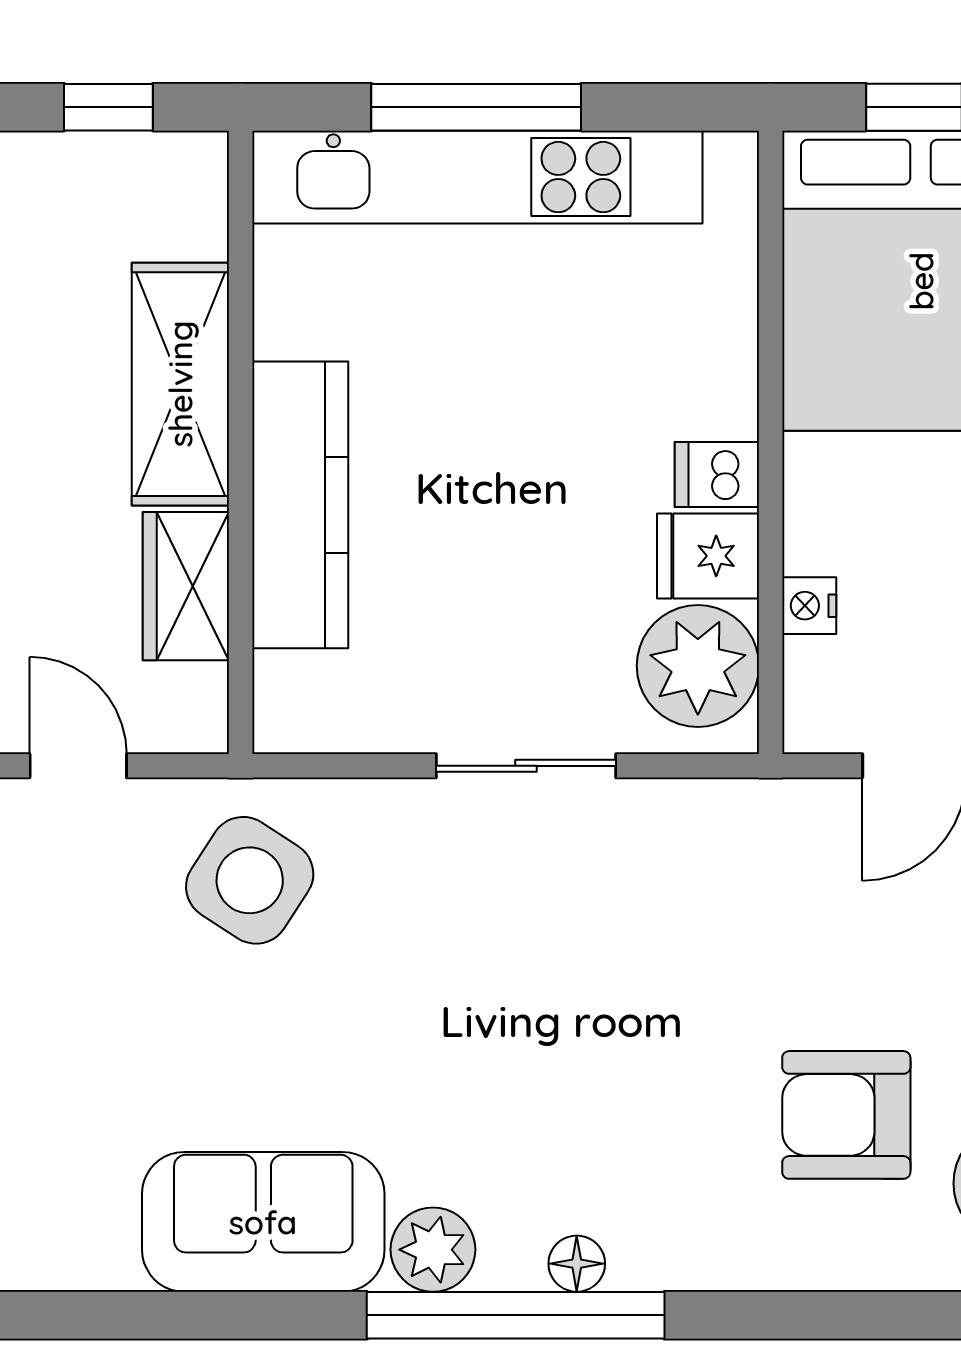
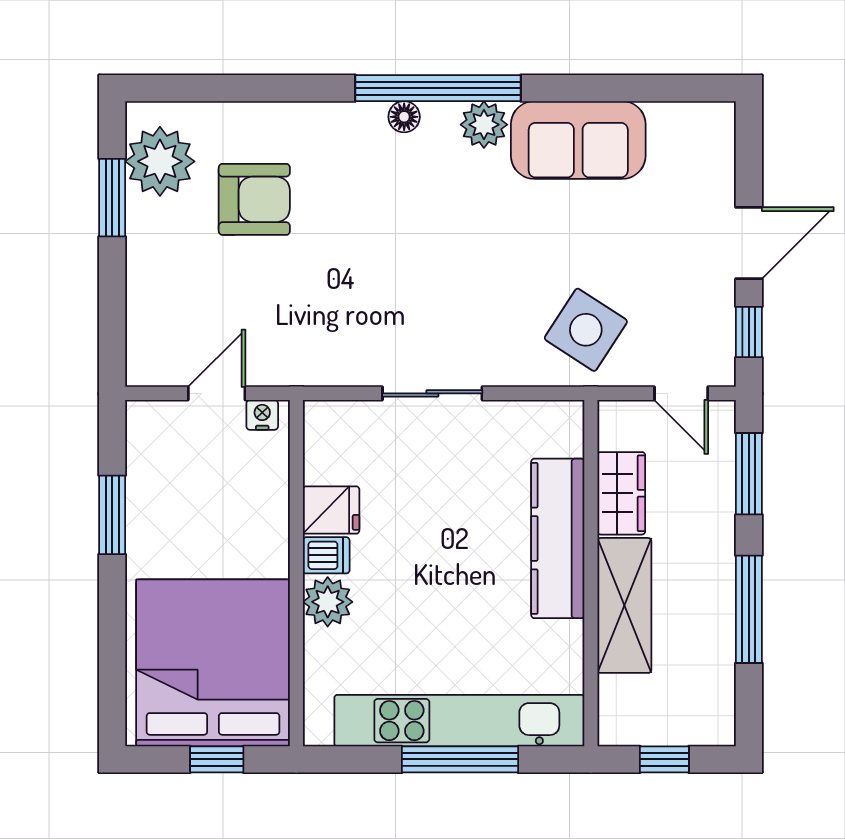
nightstand: (809, 606) -> (262, 415), moved, turned -90
plant: (698, 666) -> (328, 602), moved, width x0.73, depth x0.73

